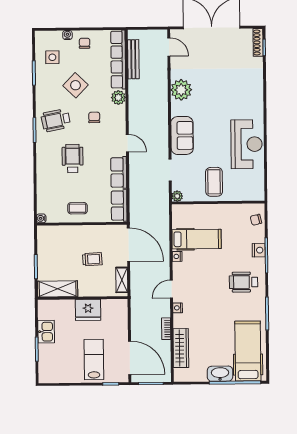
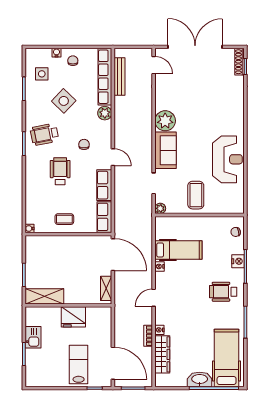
plant: (181, 90) -> (165, 121), moved
chair: (94, 117) -> (84, 144), moved
trolley: (92, 259) -> (78, 268), removed
nightstand: (178, 308) -> (159, 330), moved

